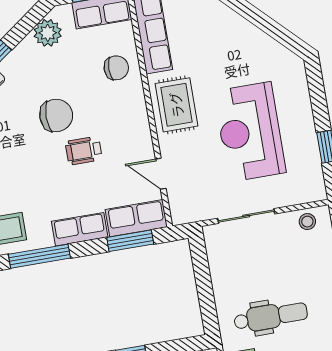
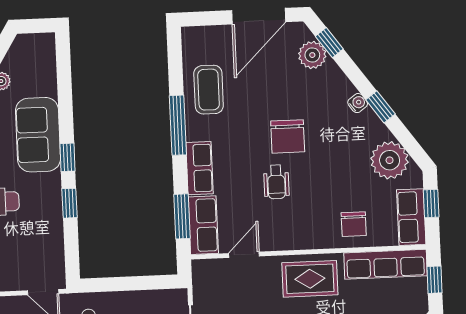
plant: (48, 33) -> (390, 160), width x1.36, depth x1.36
chair: (56, 115) -> (288, 136), moved
wheelchair: (84, 151) -> (276, 182), turned 180

